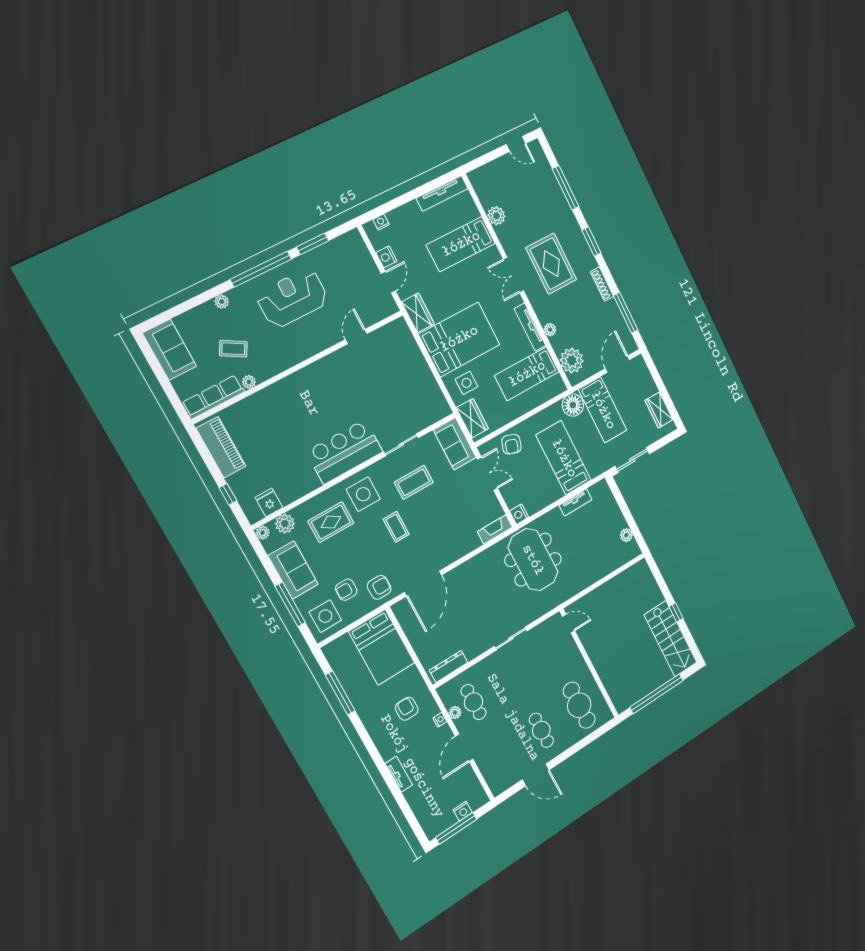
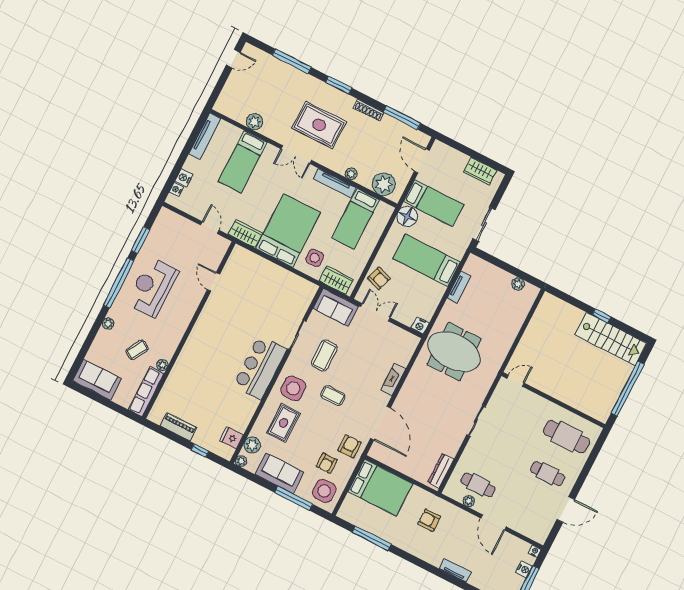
nightstand: (387, 257) -> (184, 178), moved, turned 90
piano: (221, 447) -> (178, 427), width x0.73, depth x0.75
fireplace: (495, 529) -> (393, 379), moved
nightstand: (440, 720) -> (535, 551), moved

